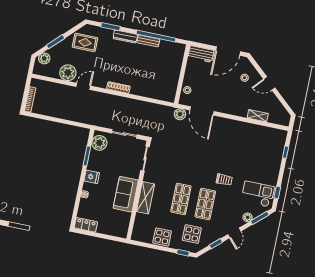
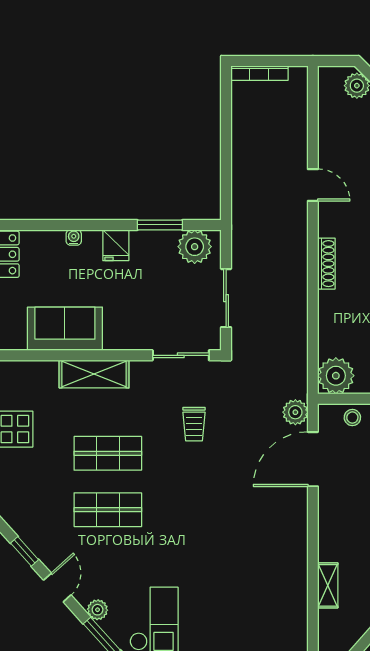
plant: (68, 73) -> (336, 376), moved
trolley: (224, 180) -> (194, 424), moved
sofa: (126, 194) -> (65, 329), moved
door: (234, 233) -> (57, 588), swing flipped
display table: (192, 234) -> (35, 494), removed

